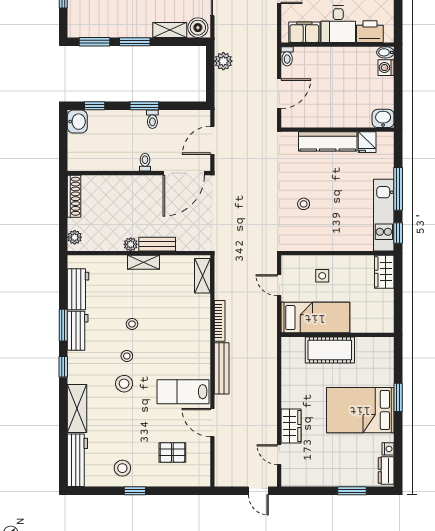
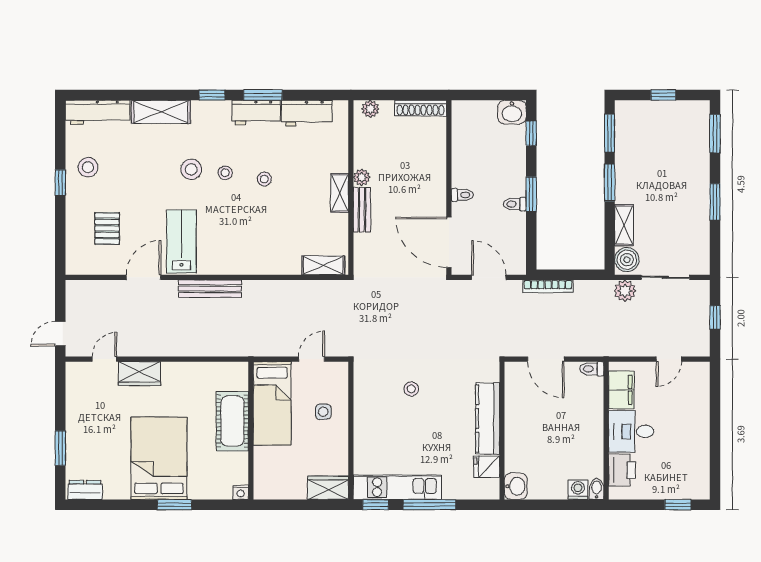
plant: (223, 61) -> (625, 291), moved
bookcase: (220, 321) -> (548, 286), moved
nightstand: (388, 449) -> (241, 492), moved

